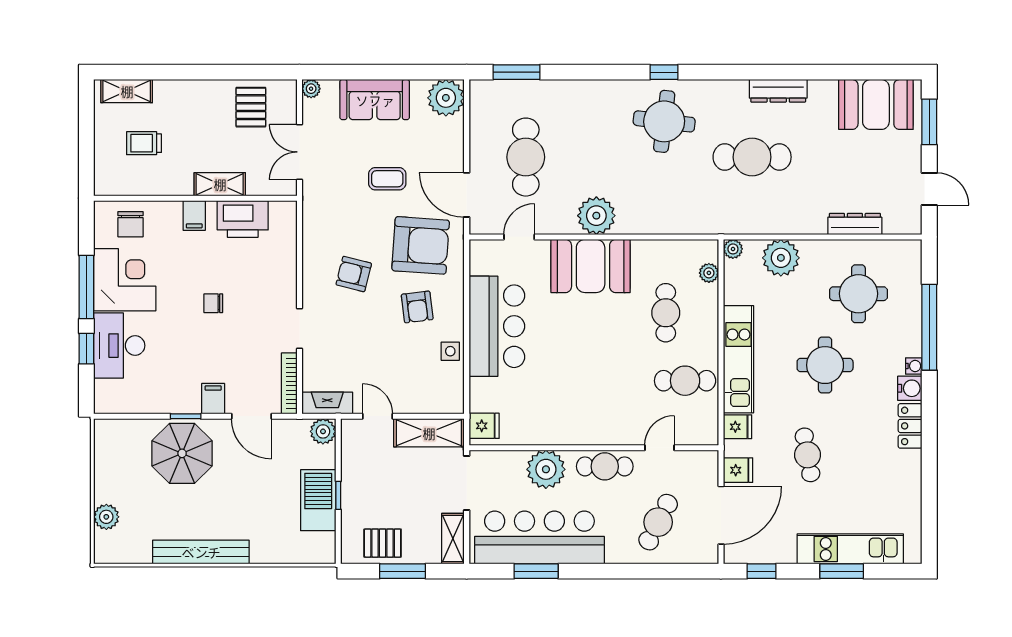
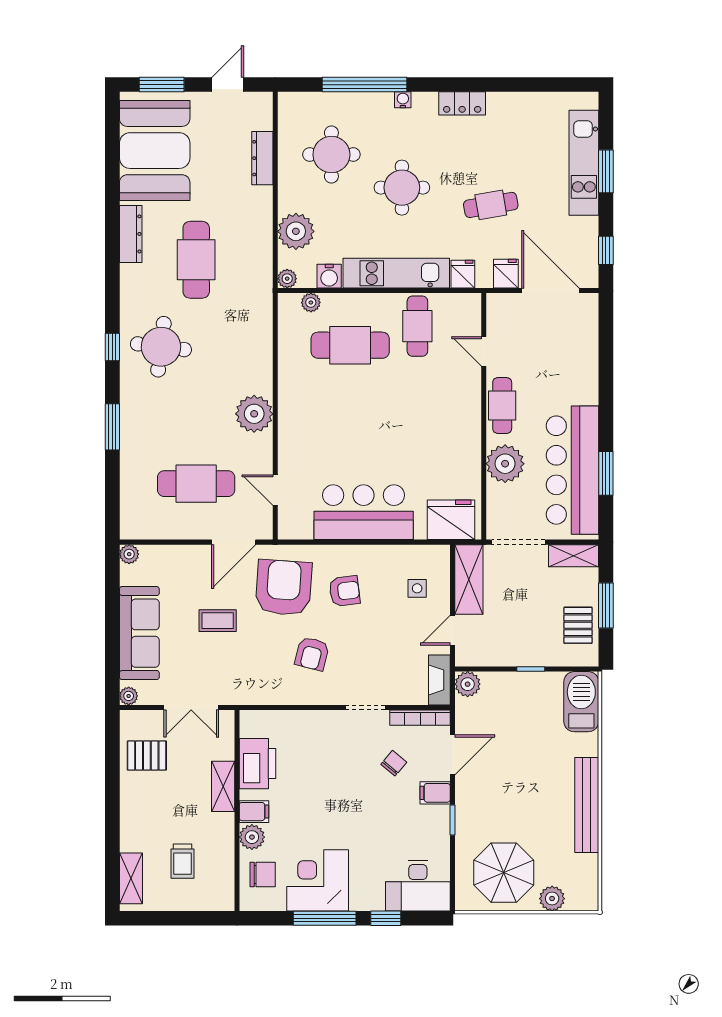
window: (517, 72) -> (112, 427), moved
plant: (446, 98) -> (129, 554), width x0.53, depth x0.53
sofa: (375, 100) -> (139, 633), width x1.36
booth: (876, 104) -> (155, 151), width x1.36, depth x1.42
coffee table: (387, 179) -> (218, 621), turned 90
plant: (168, 213) -> (252, 837), added
booth: (591, 266) -> (304, 419), removed
chair: (213, 303) -> (394, 763), moved, turned -140
cafe table: (666, 313) -> (350, 345), width x1.37, depth x1.35
desk: (119, 346) -> (418, 886), moved
side table: (450, 351) -> (417, 588), moved
water cooler: (910, 388) -> (329, 276), moved, turned 180
fridge: (484, 426) -> (451, 520), width x1.88, depth x1.34
parasol: (182, 453) -> (504, 873), moved
barbecue: (318, 500) -> (581, 702), moved, turned 90
cafe table: (658, 522) -> (557, 353), removed

